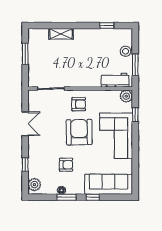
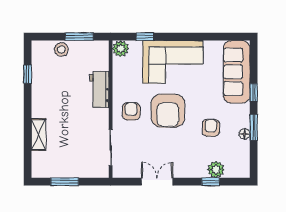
workbench: (115, 80) -> (99, 89), moved
armchair: (79, 132) -> (168, 111), turned -89
plant: (34, 185) -> (216, 170), moved

